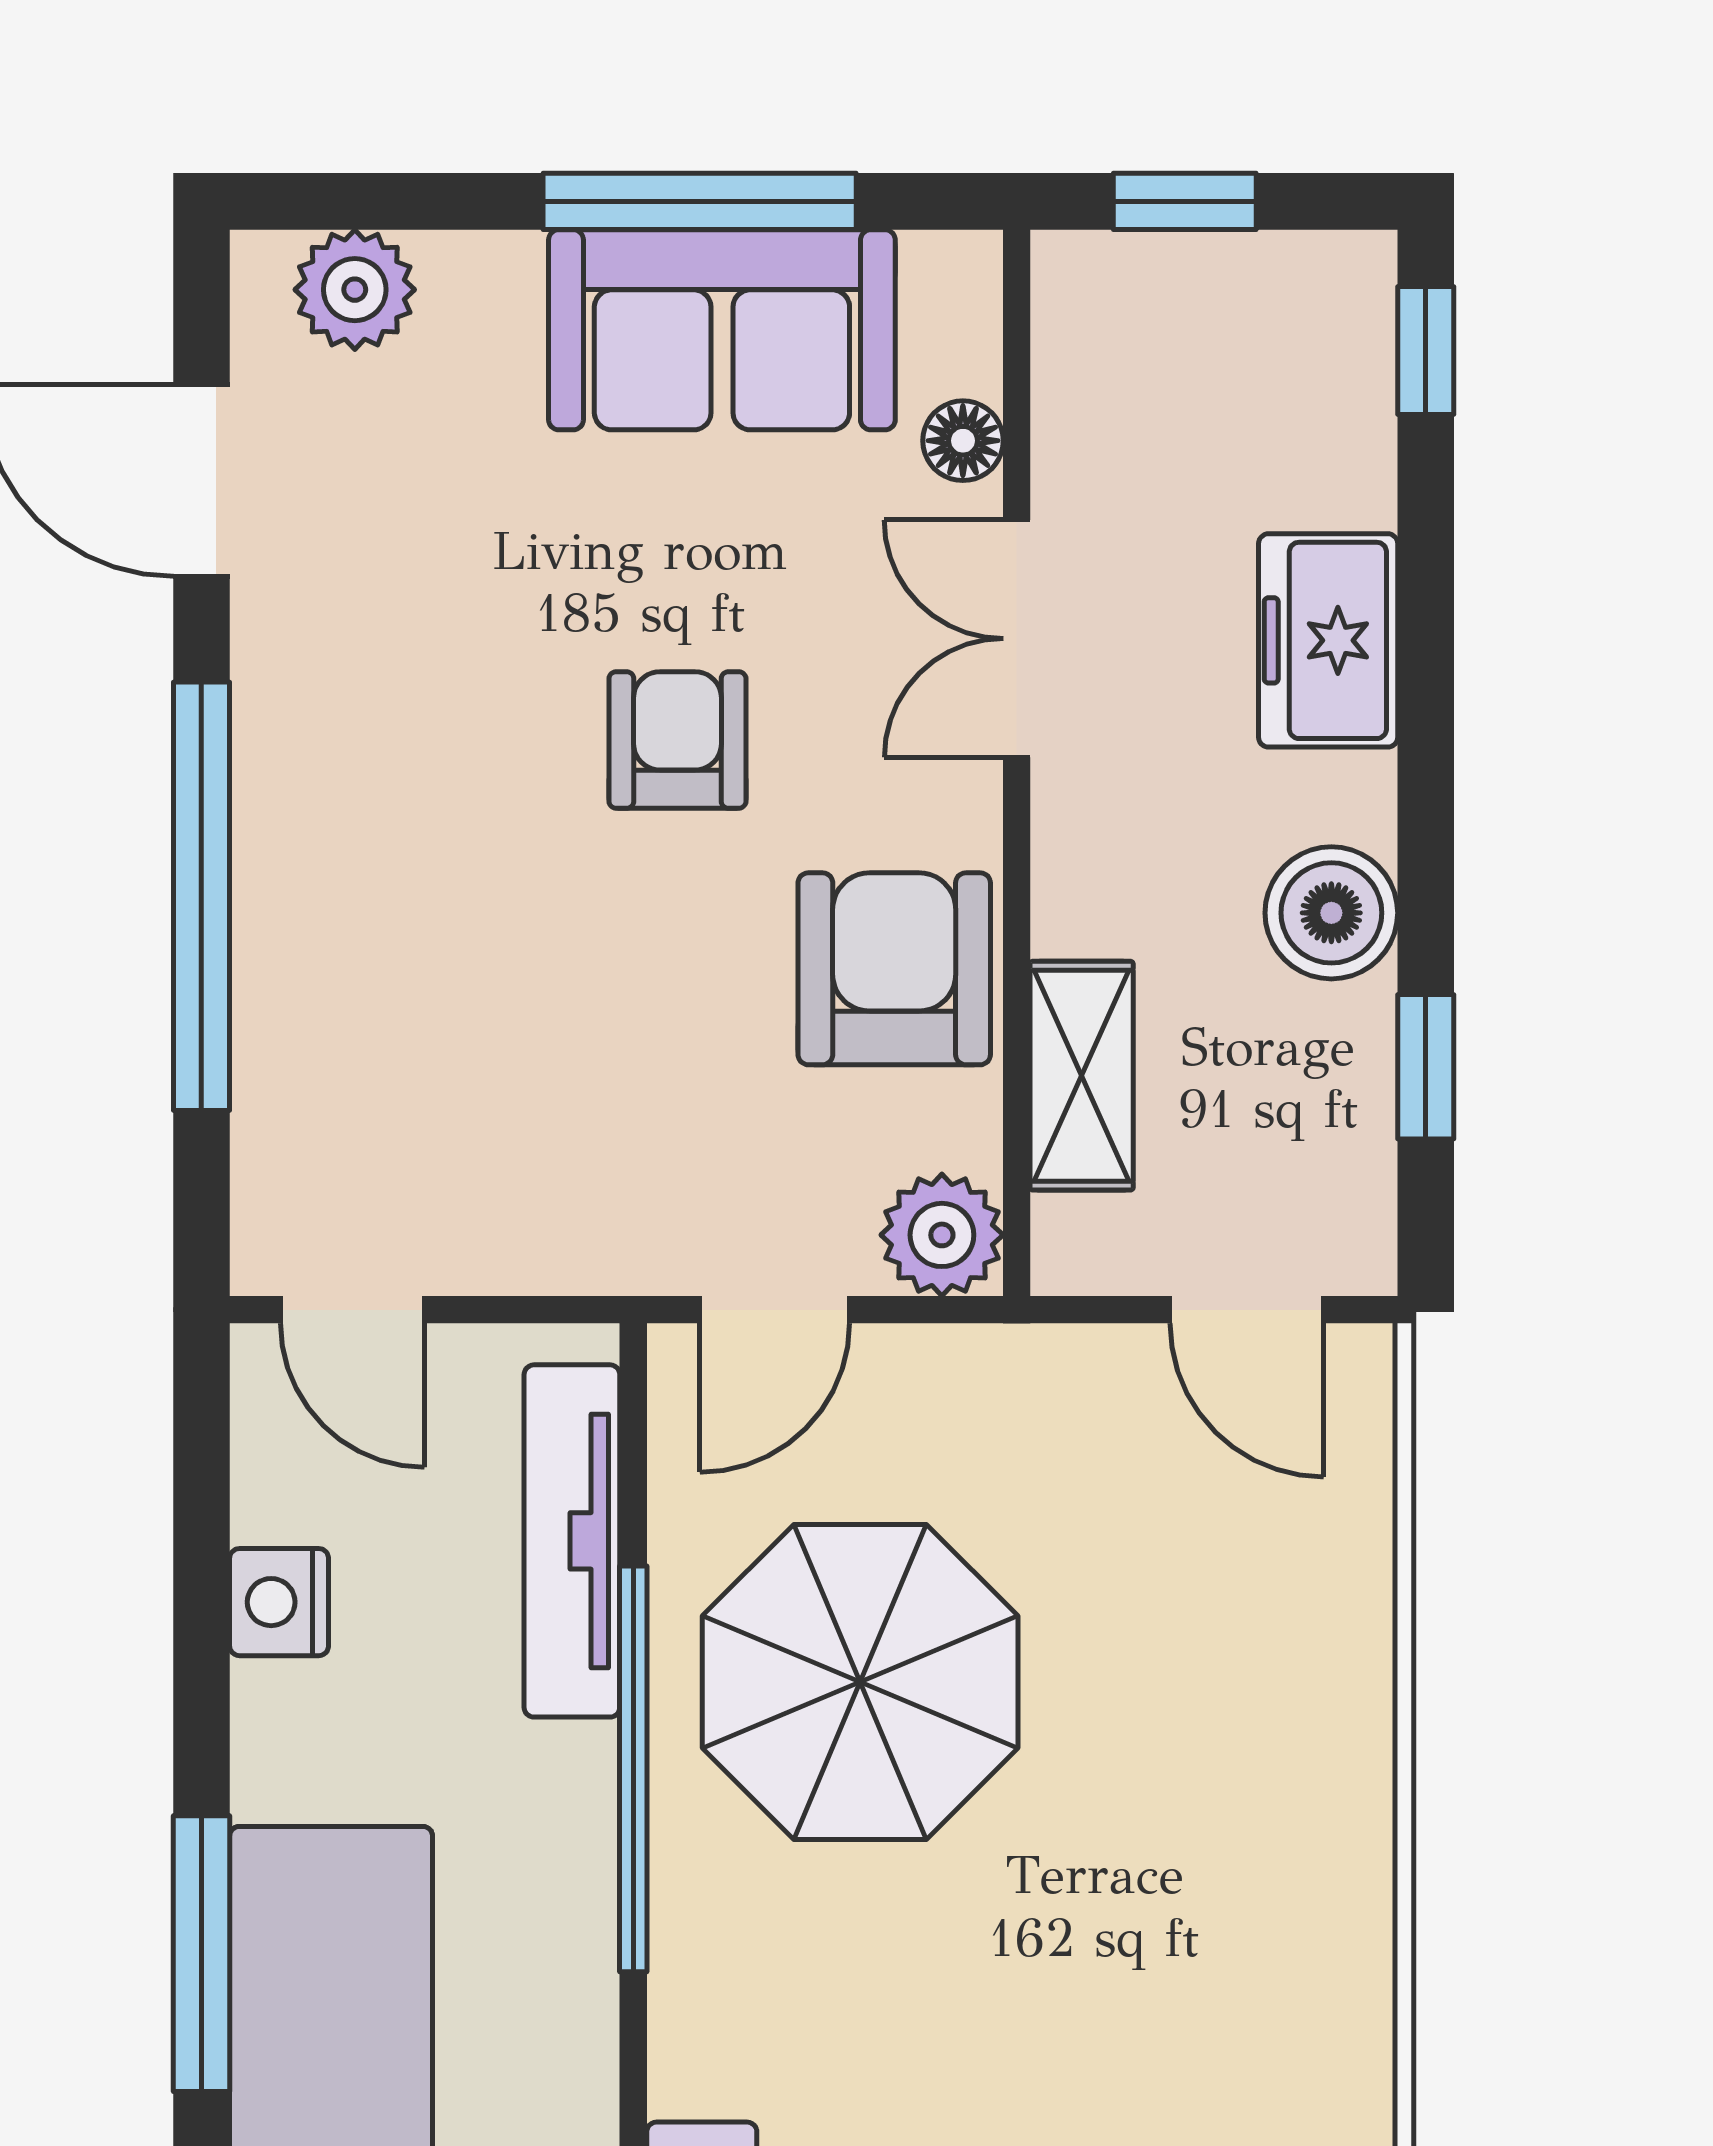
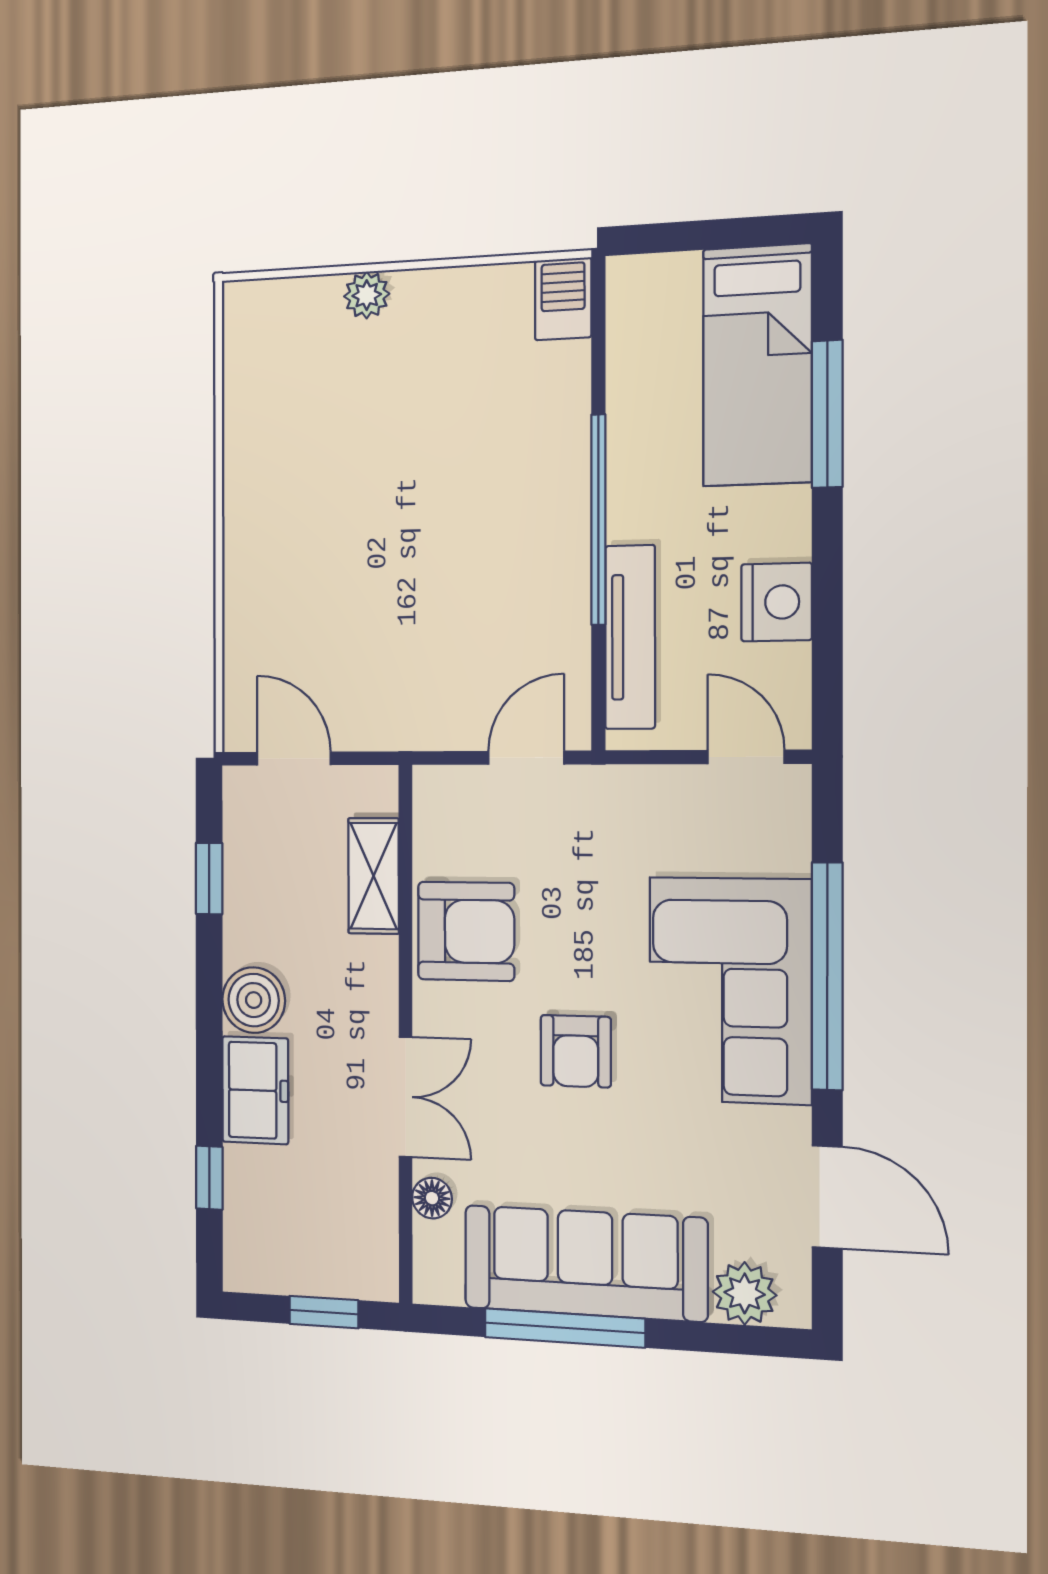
sofa: (722, 330) -> (585, 1263), width x1.36
window: (1426, 351) -> (209, 1178), moved
corner sofa: (382, 866) -> (730, 990), added
boiler: (1331, 913) -> (254, 1000), moved
armchair: (894, 969) -> (466, 931), turned -90
plant: (942, 1235) -> (442, 796), removed
nightstand: (279, 1602) -> (777, 602), width x1.36, depth x1.33
parasol: (860, 1682) -> (483, 568), removed

